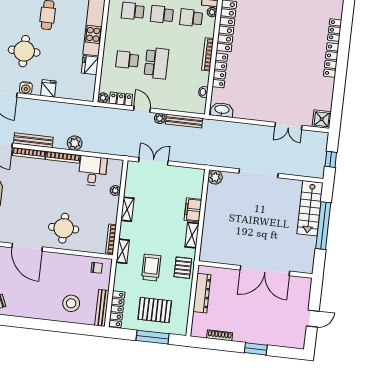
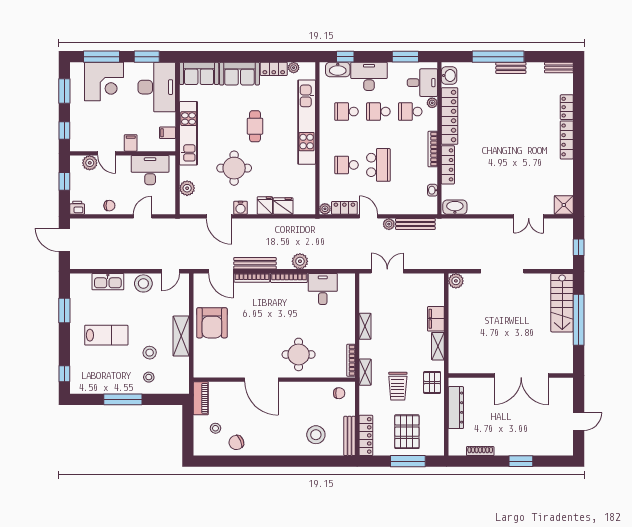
fridge: (90, 65) -> (283, 206), moved, turned 90
plant: (115, 190) -> (350, 307), removed
trolley: (151, 268) -> (398, 386), turned 180
pallet: (155, 310) -> (407, 432), turned 90

